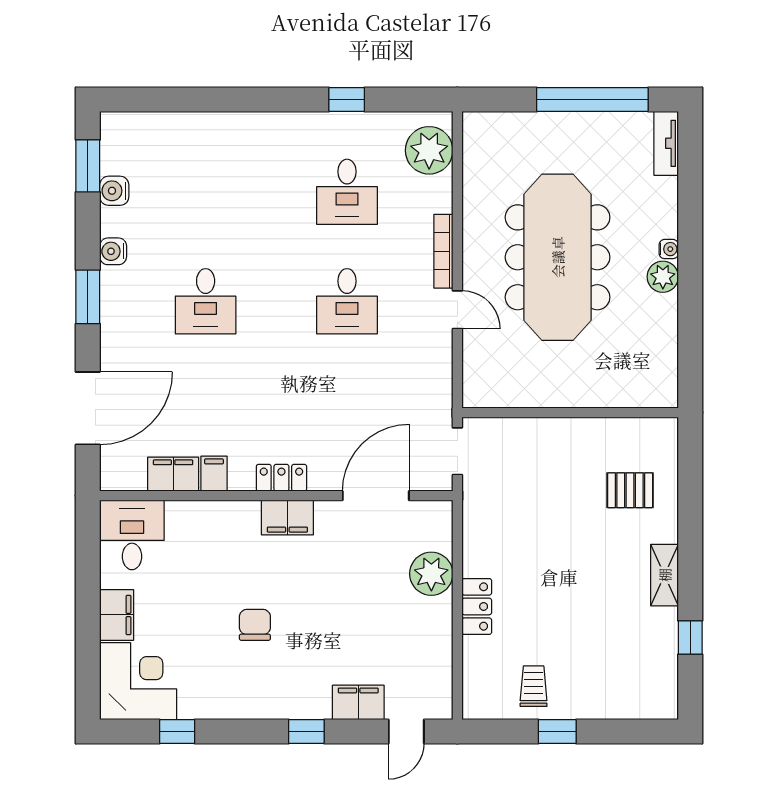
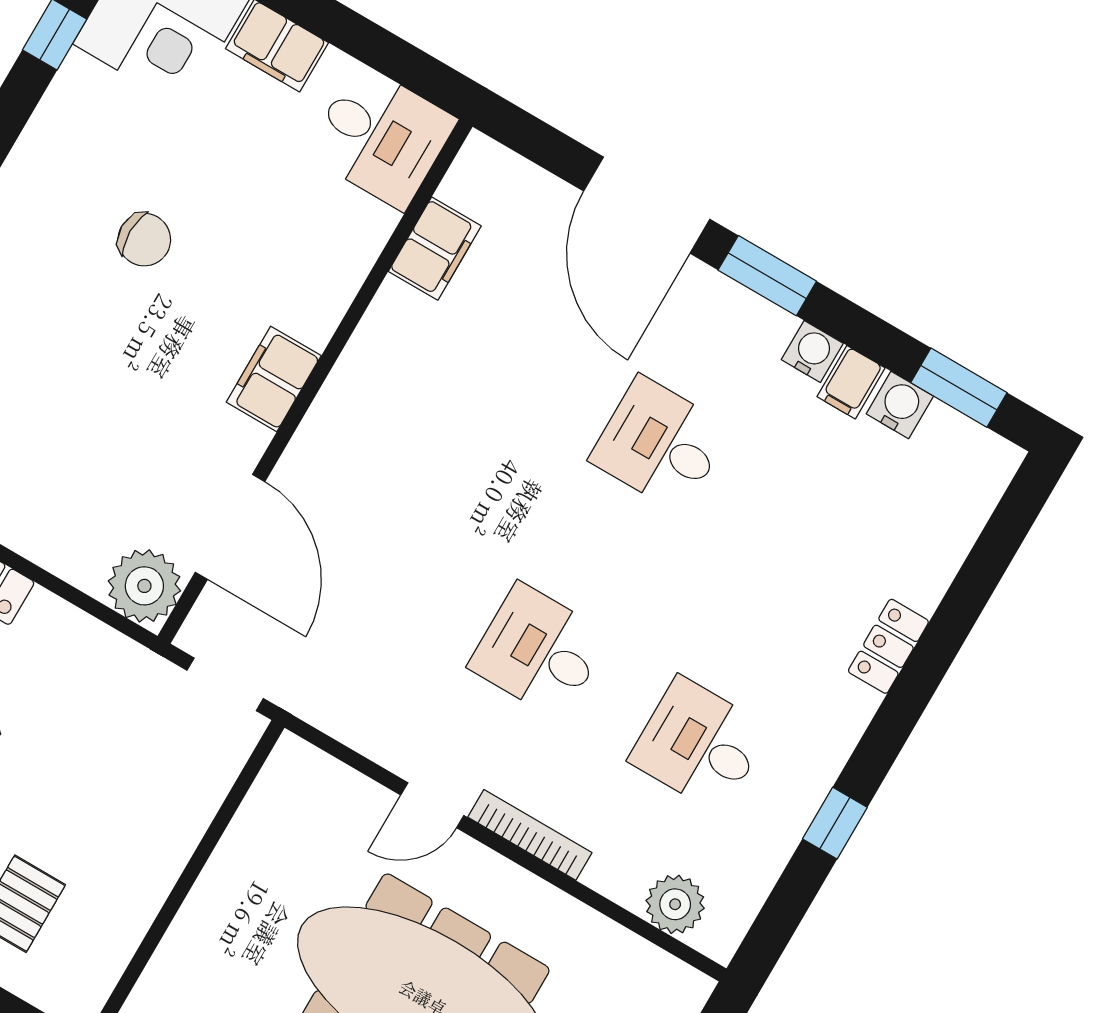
plant: (429, 150) -> (675, 904), width x0.73, depth x0.73
door: (88, 408) -> (647, 205), moved
filing cabinet: (214, 474) -> (851, 382), moved, turned 90
locker: (281, 478) -> (888, 646), moved, turned 180
plant: (431, 574) -> (144, 586), moved

